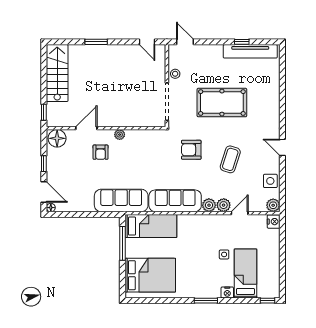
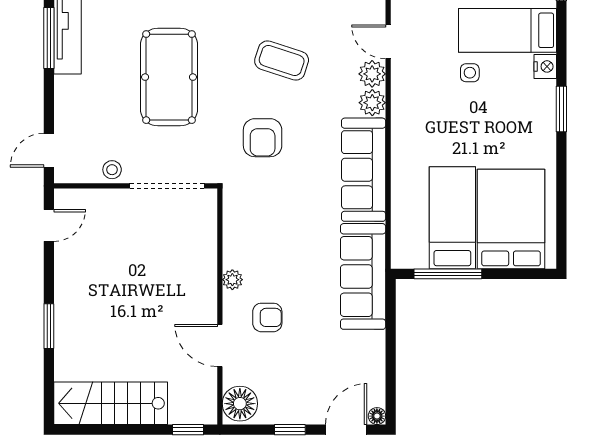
window: (242, 42) -> (49, 38), width x2.17
bed: (151, 226) -> (452, 218), moved

